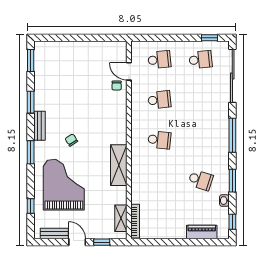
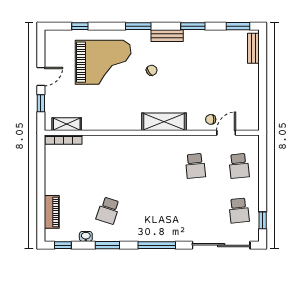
school desk: (159, 140) -> (152, 166), removed
shelving: (119, 165) -> (164, 122), moved
bench: (54, 233) -> (253, 48), moved

